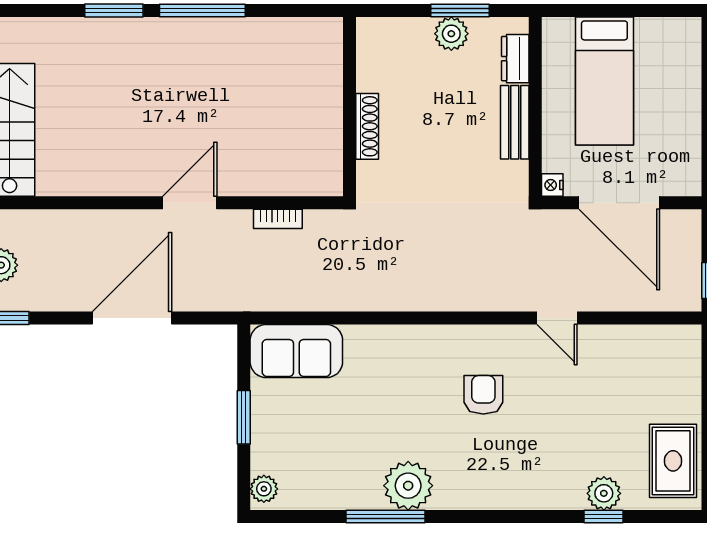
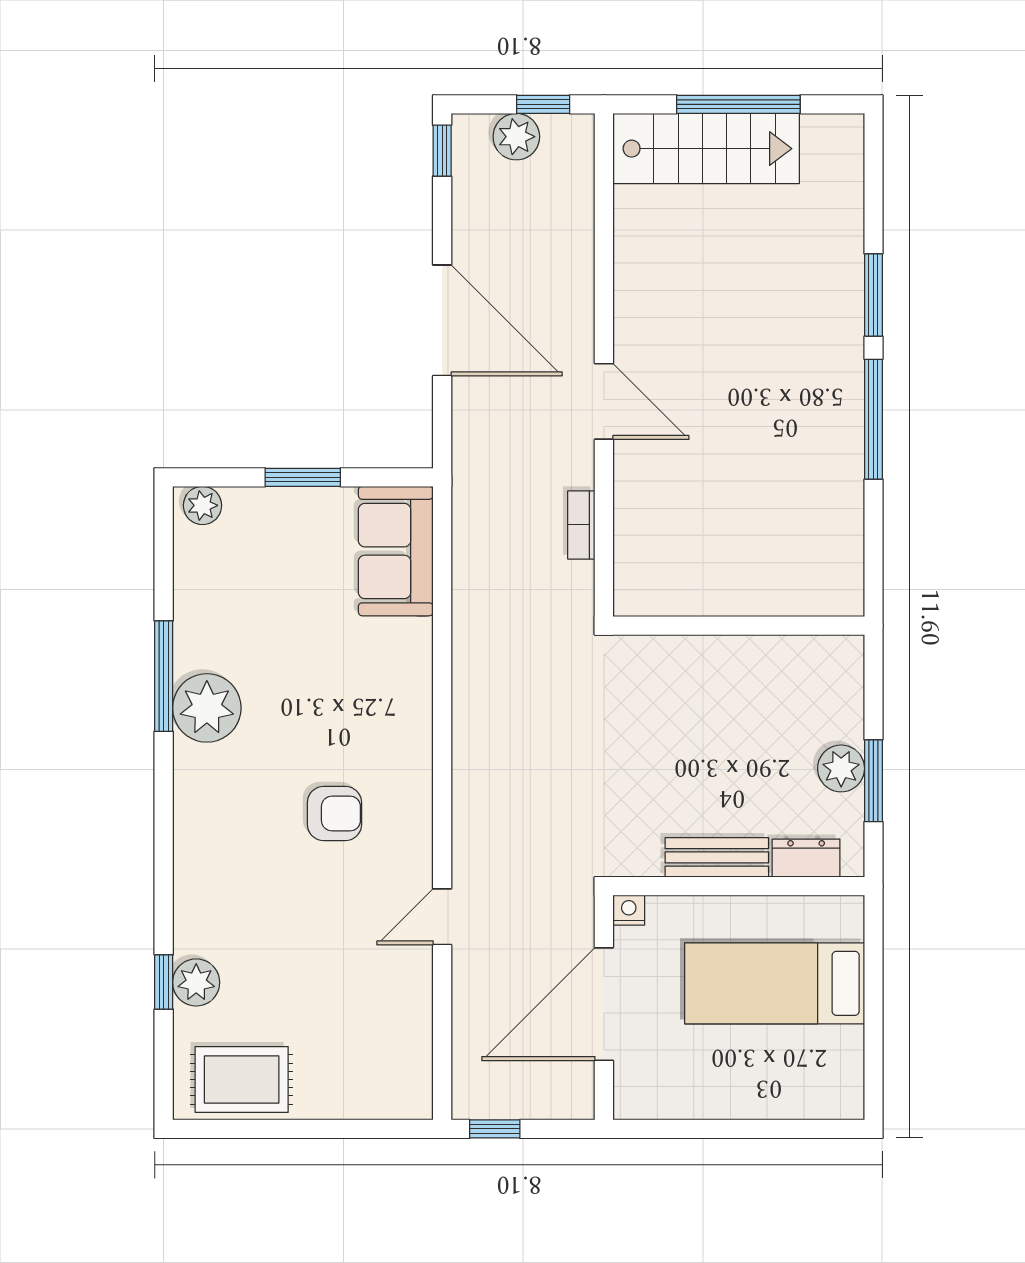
shoe rack: (367, 126) -> (711, 650), removed

